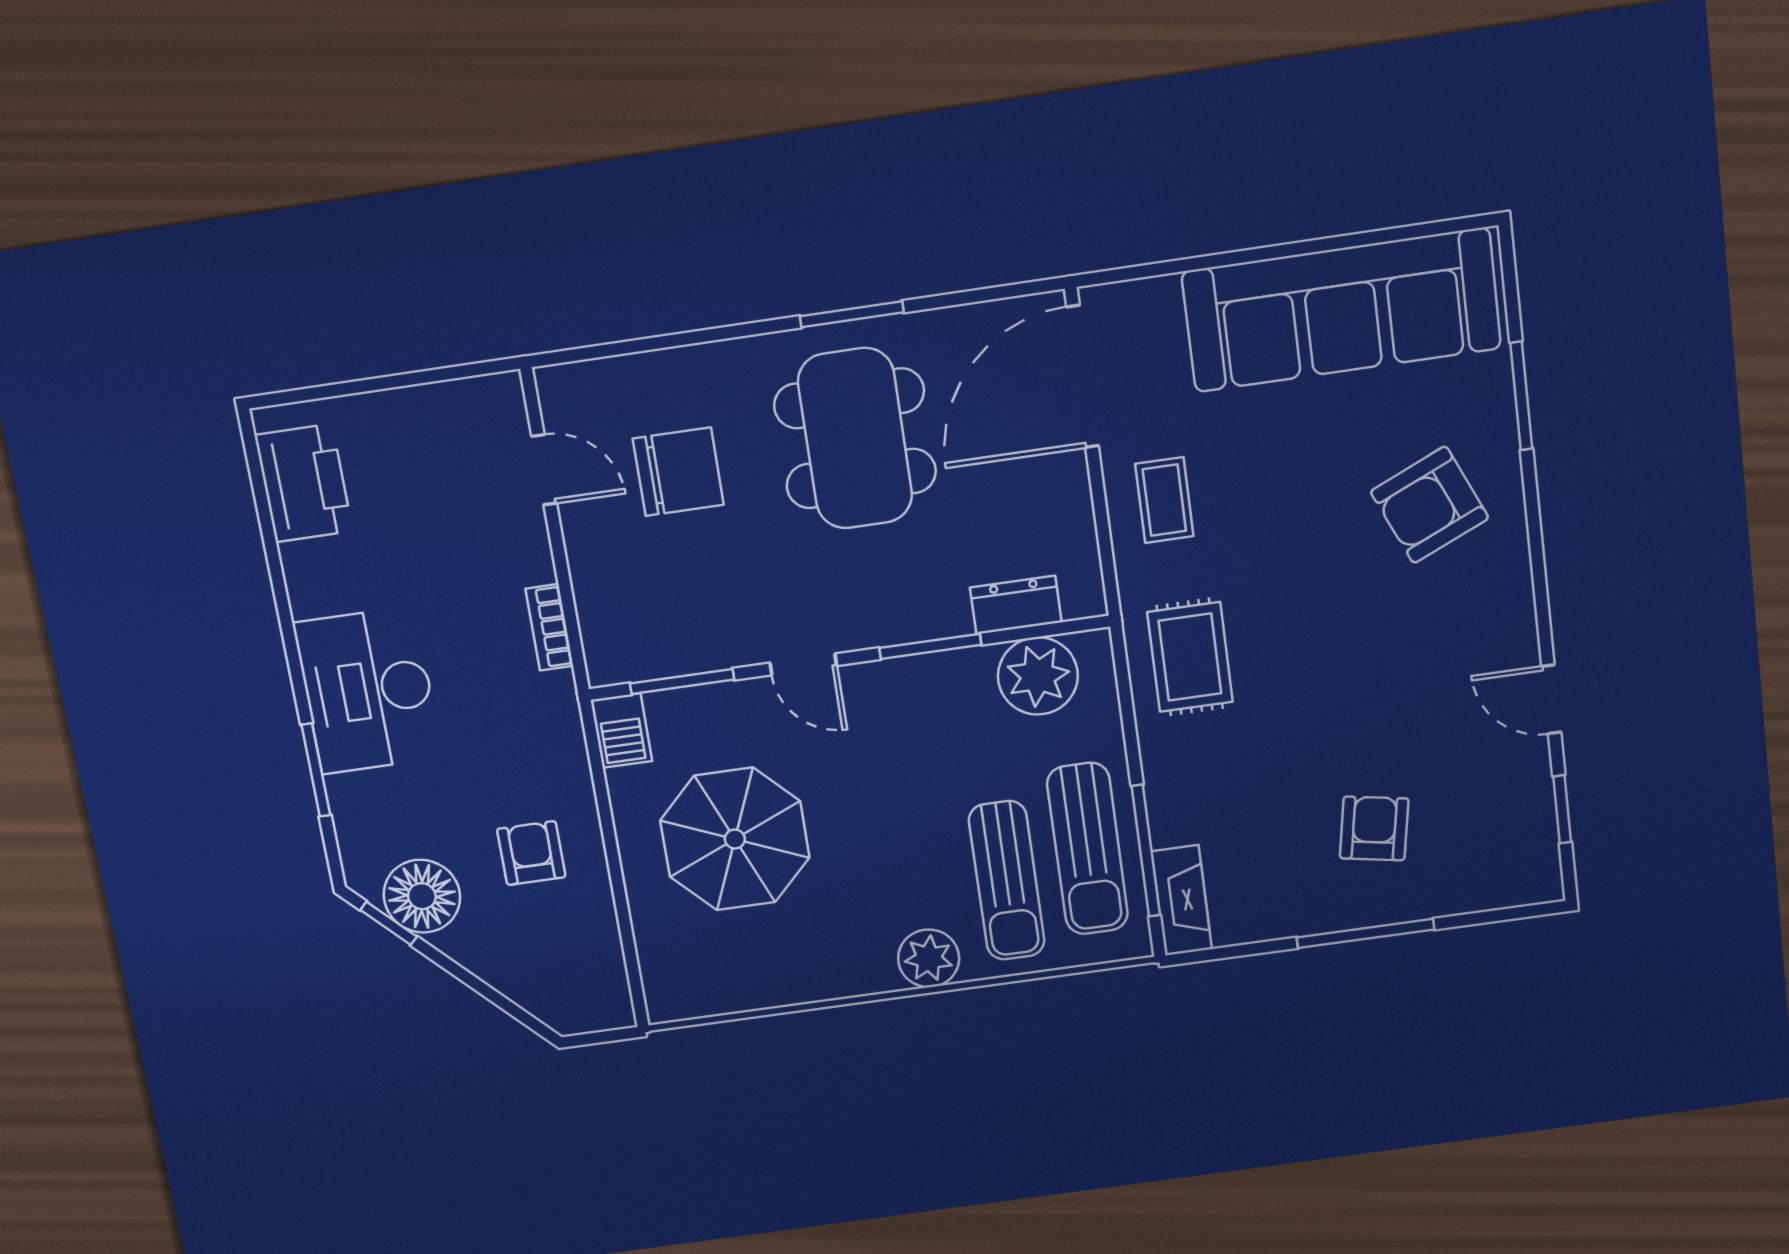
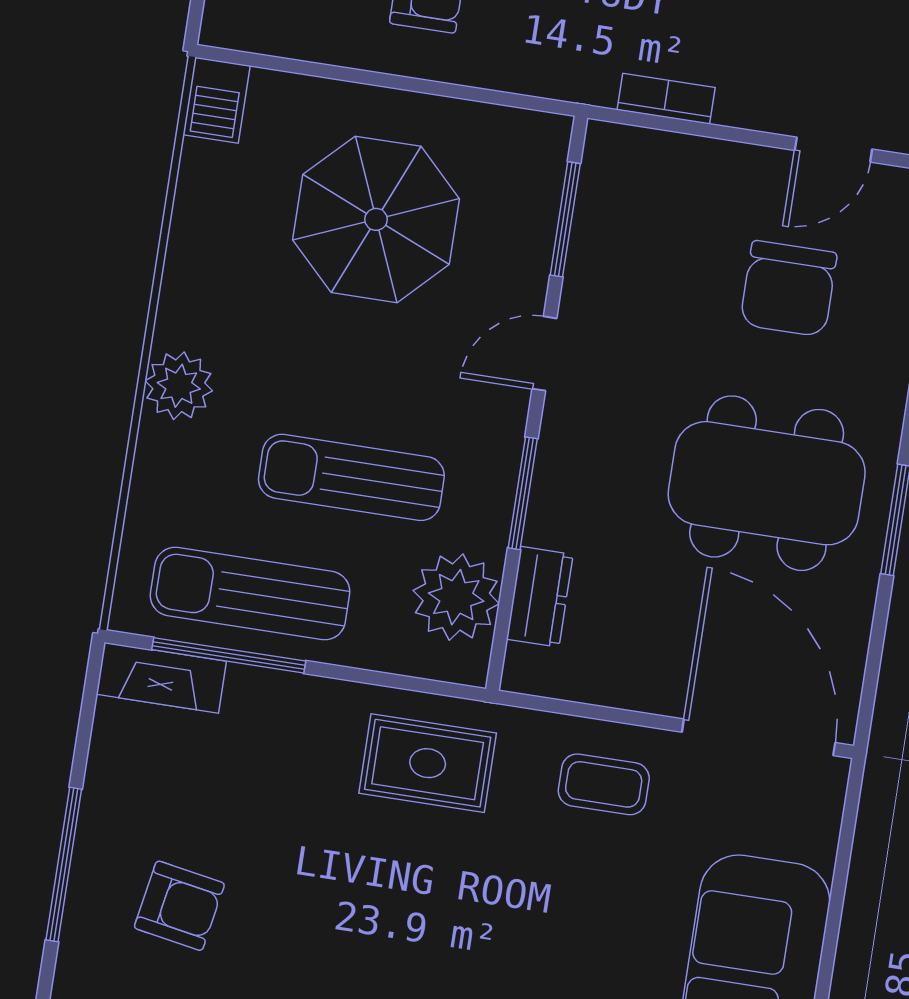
barbecue: (621, 731) -> (217, 100), moved, turned -90
sun lounger: (1007, 881) -> (351, 477), moved

